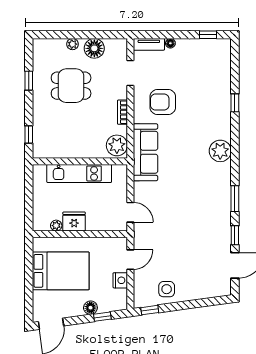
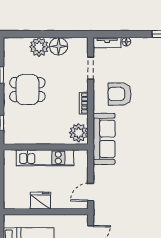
plant: (72, 44) -> (39, 47), width x1.88, depth x1.88
dining table: (71, 86) -> (27, 90), moved
door: (130, 212) -> (91, 192), swing flipped
plant: (56, 226) -> (25, 204), removed

